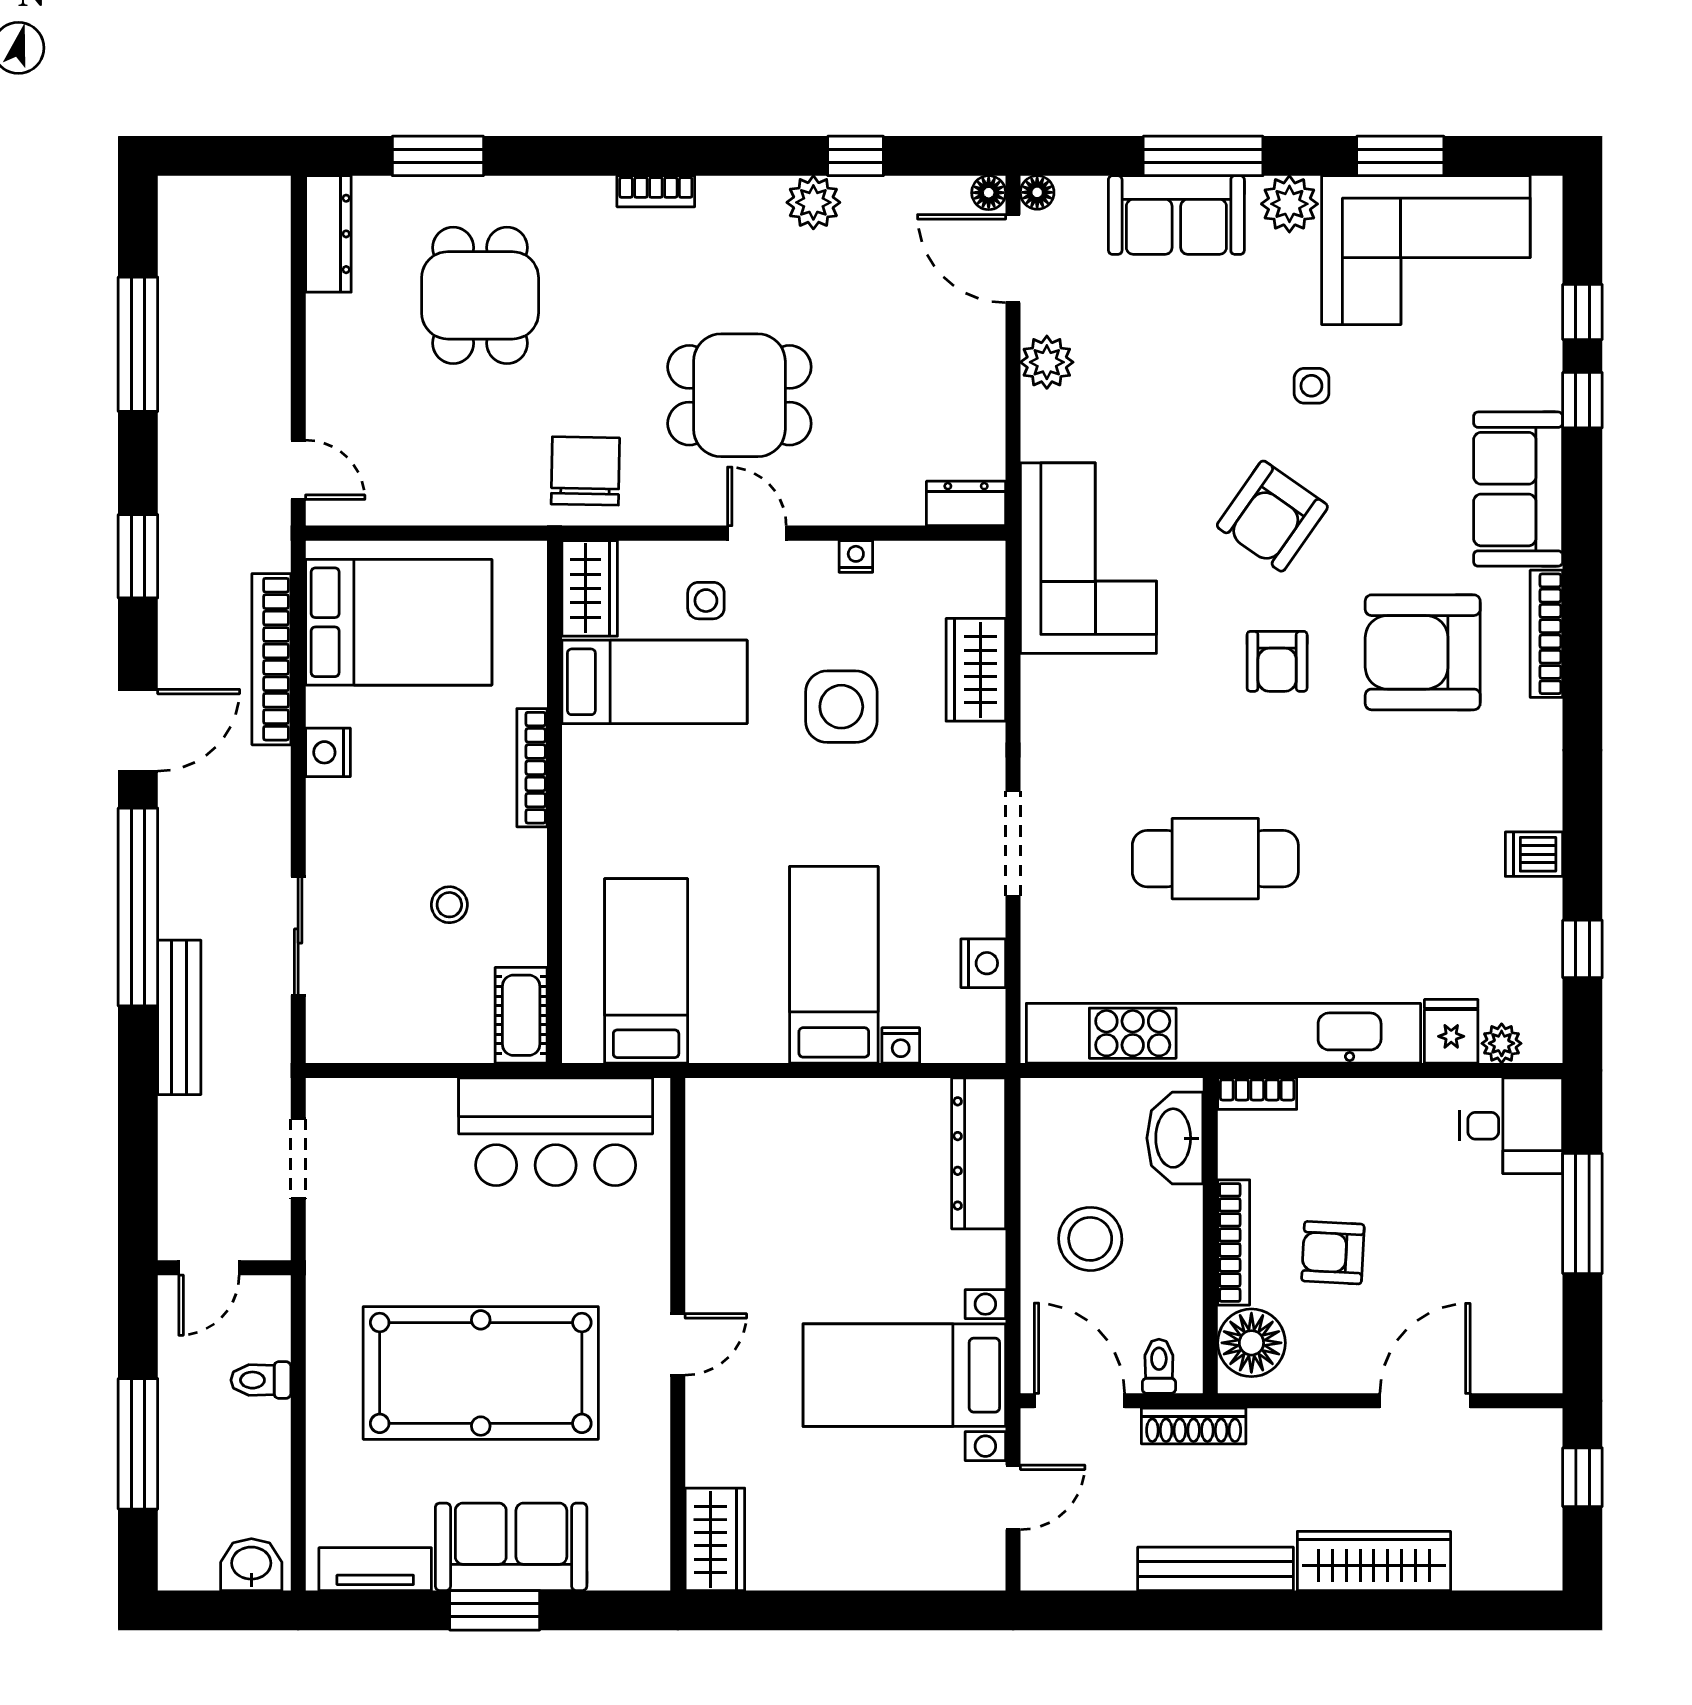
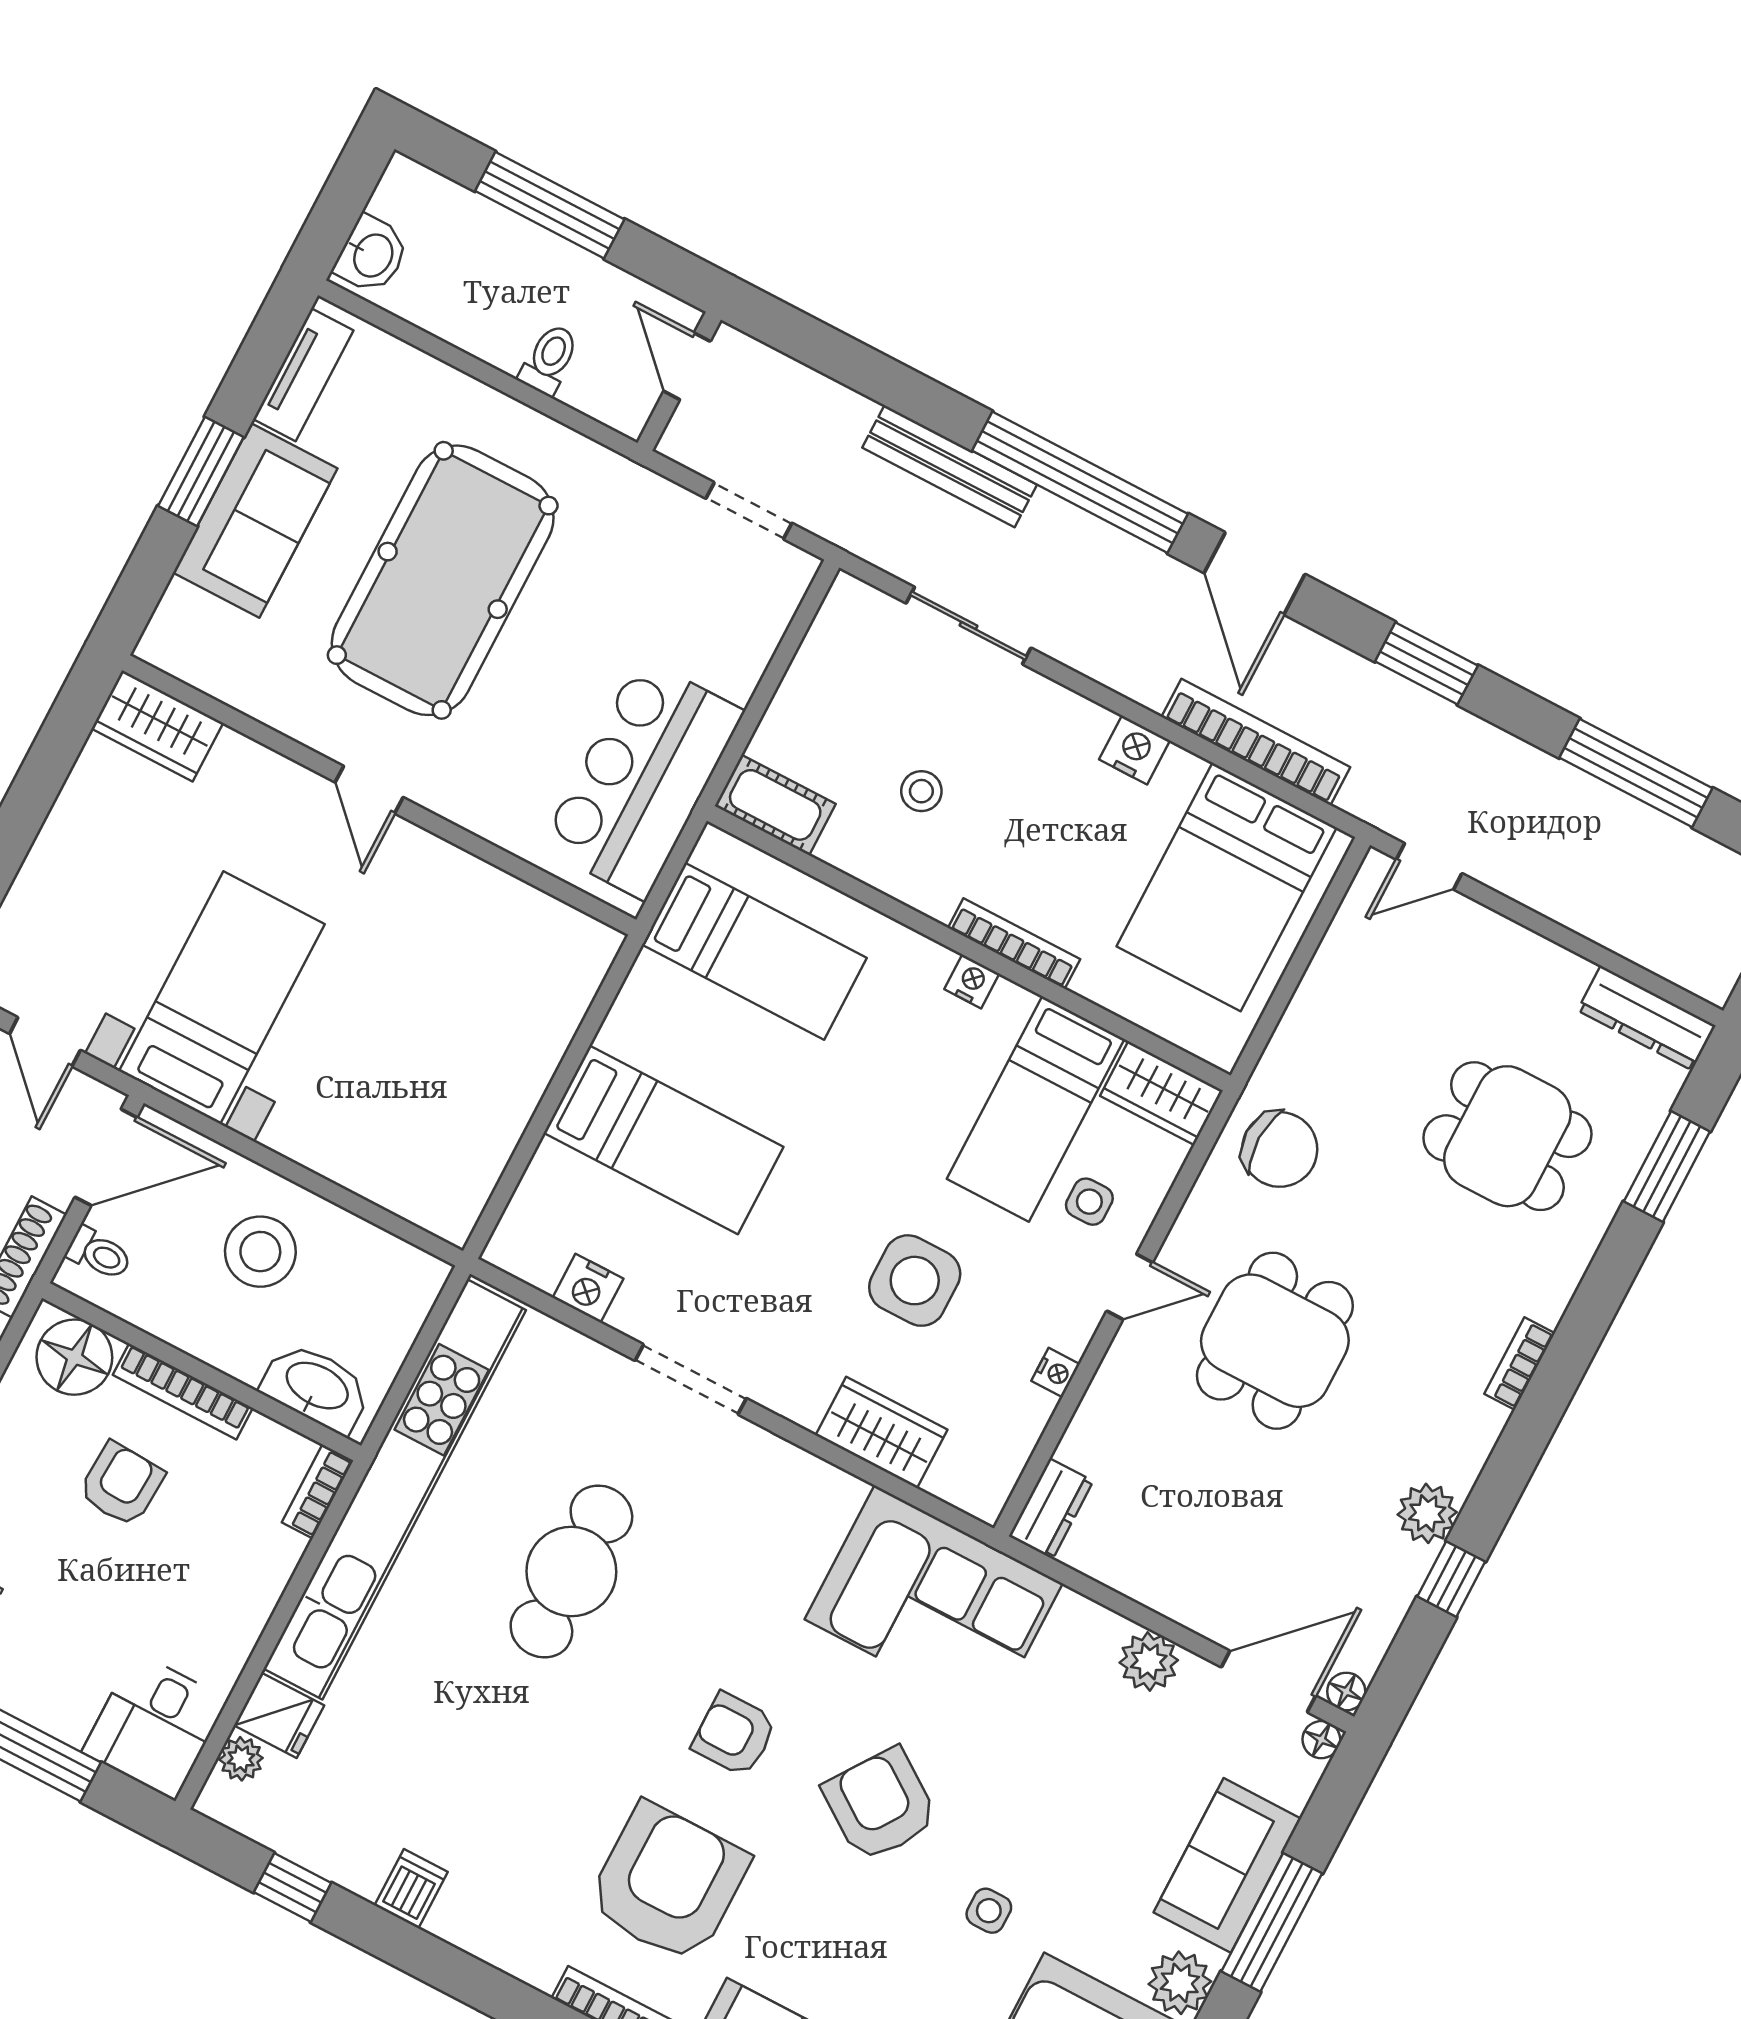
nightstand: (901, 1045) -> (972, 981), moved, turned 90
dresser: (979, 1153) -> (402, 1186), removed

